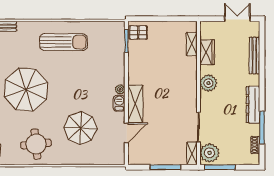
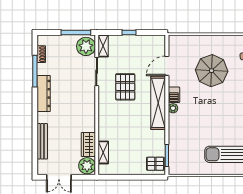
plant: (208, 83) -> (87, 166), moved
shelving: (135, 104) -> (158, 103), width x1.47
pallet: (169, 111) -> (125, 87), added
window: (165, 167) -> (129, 33), width x0.46

